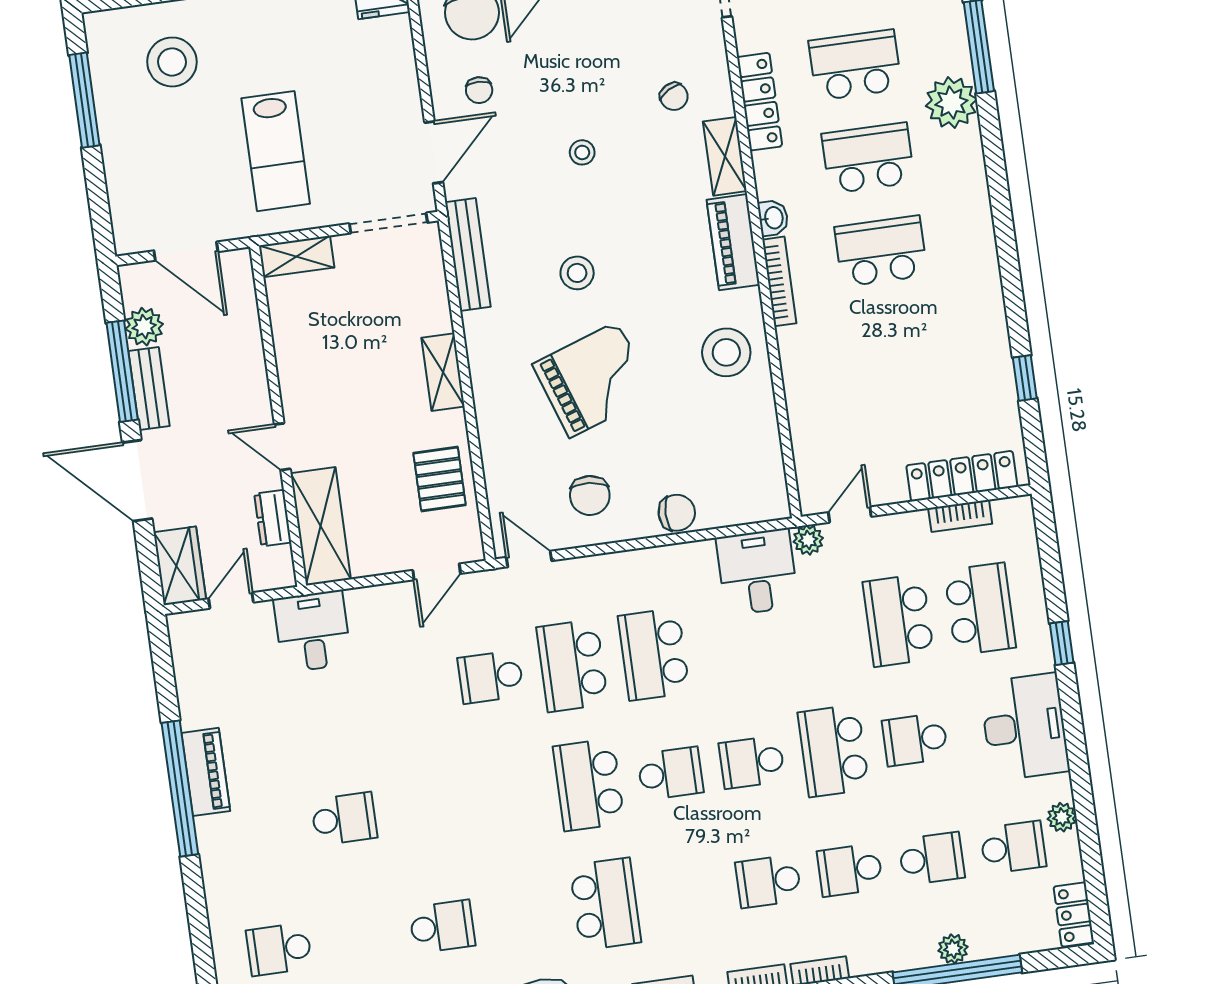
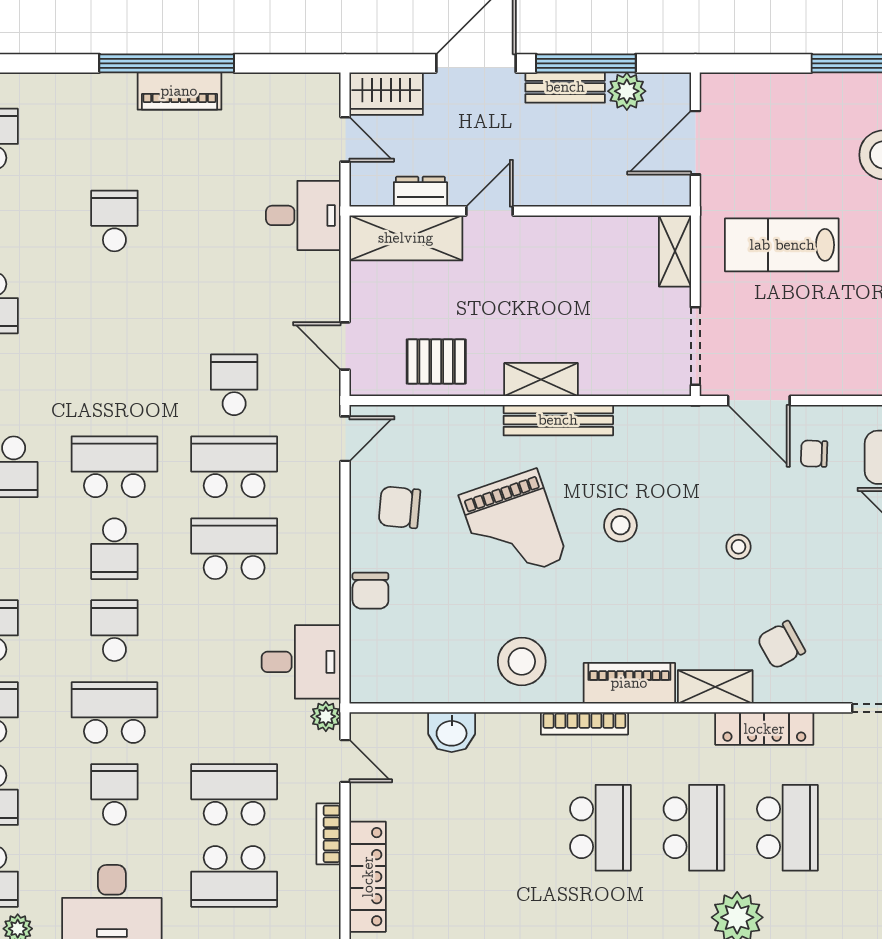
chair: (674, 96) -> (781, 645), width x1.37, depth x1.37
washbasin: (773, 218) -> (452, 732), moved, width x1.38, depth x1.45
bench: (468, 254) -> (558, 420), moved
bookcase: (960, 516) -> (329, 834), moved
school desk: (344, 819) -> (114, 221), turned 180

